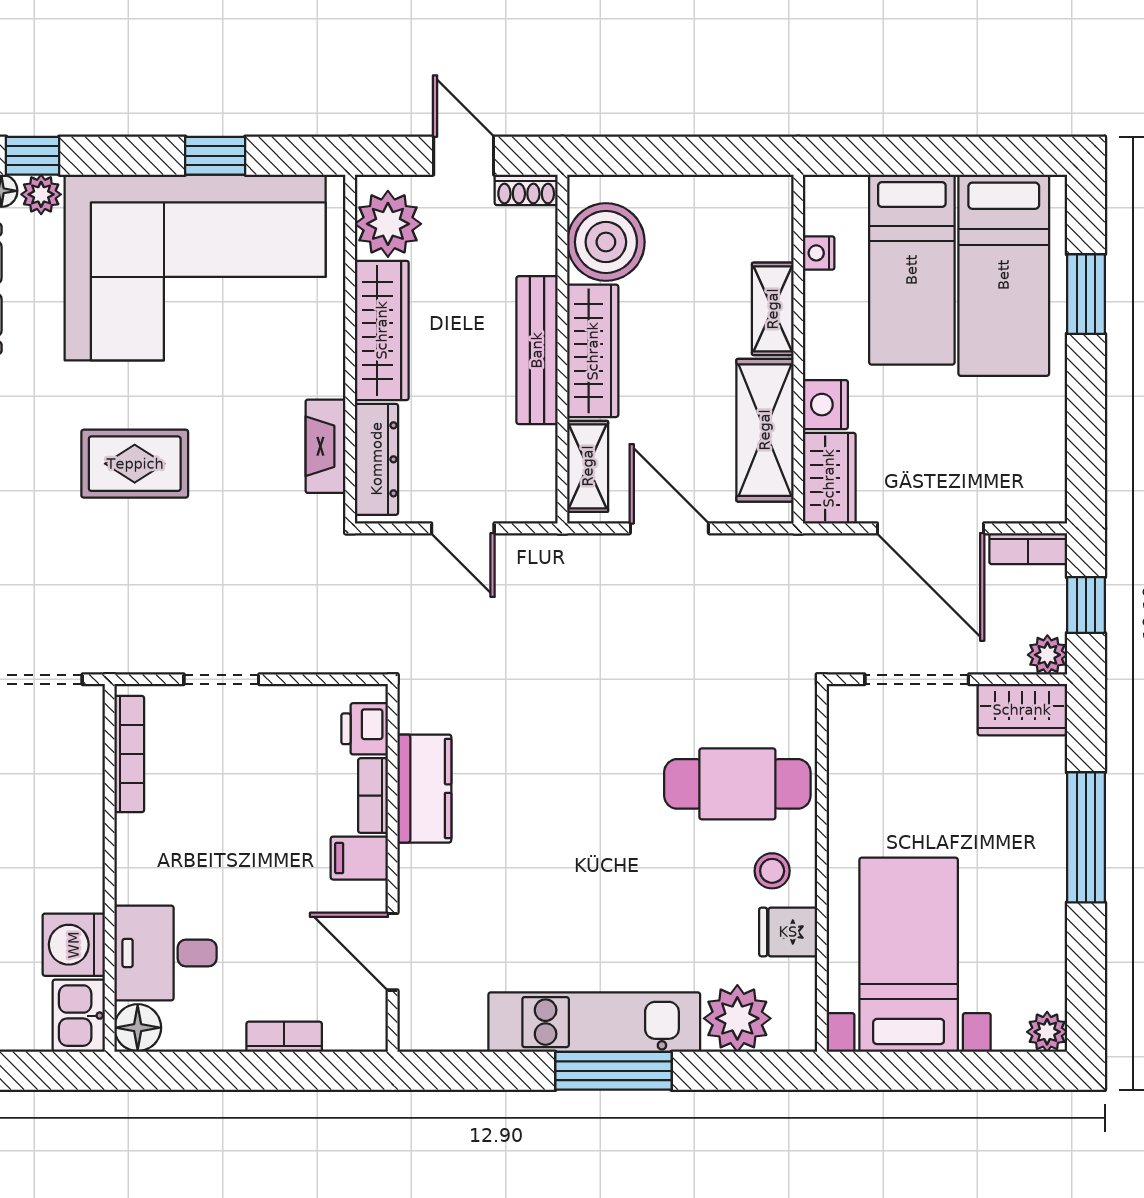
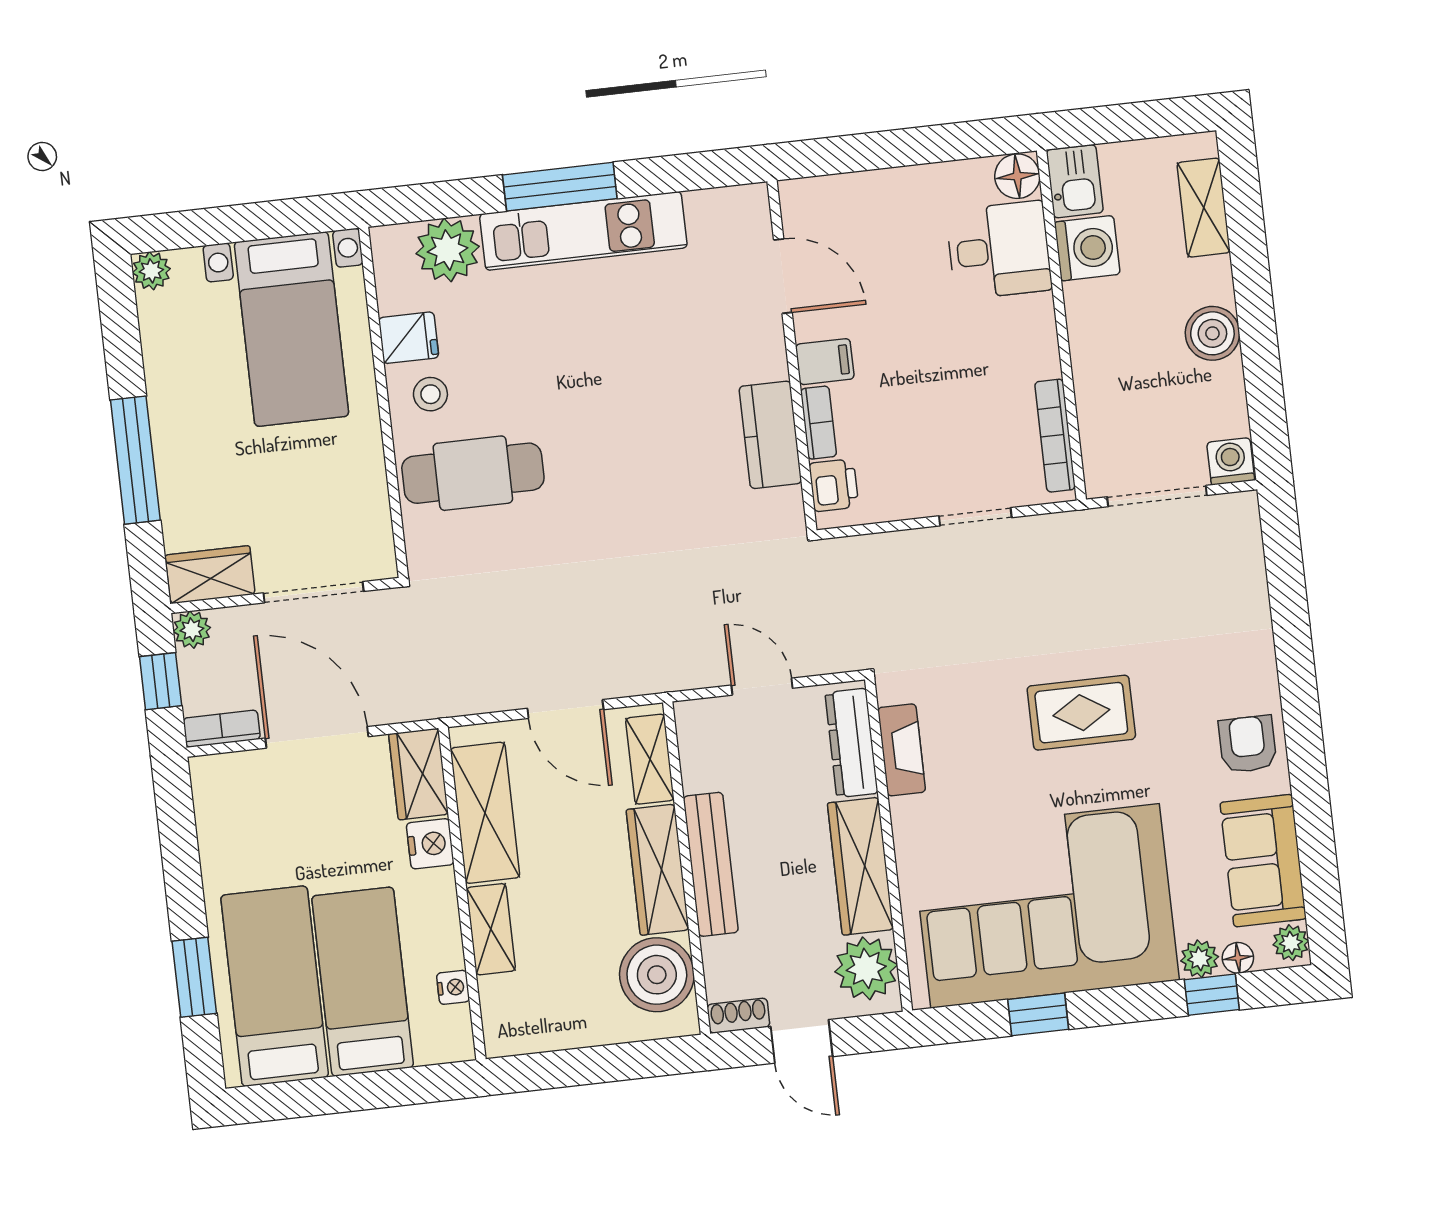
bookcase: (284, 1037) -> (877, 183), removed

